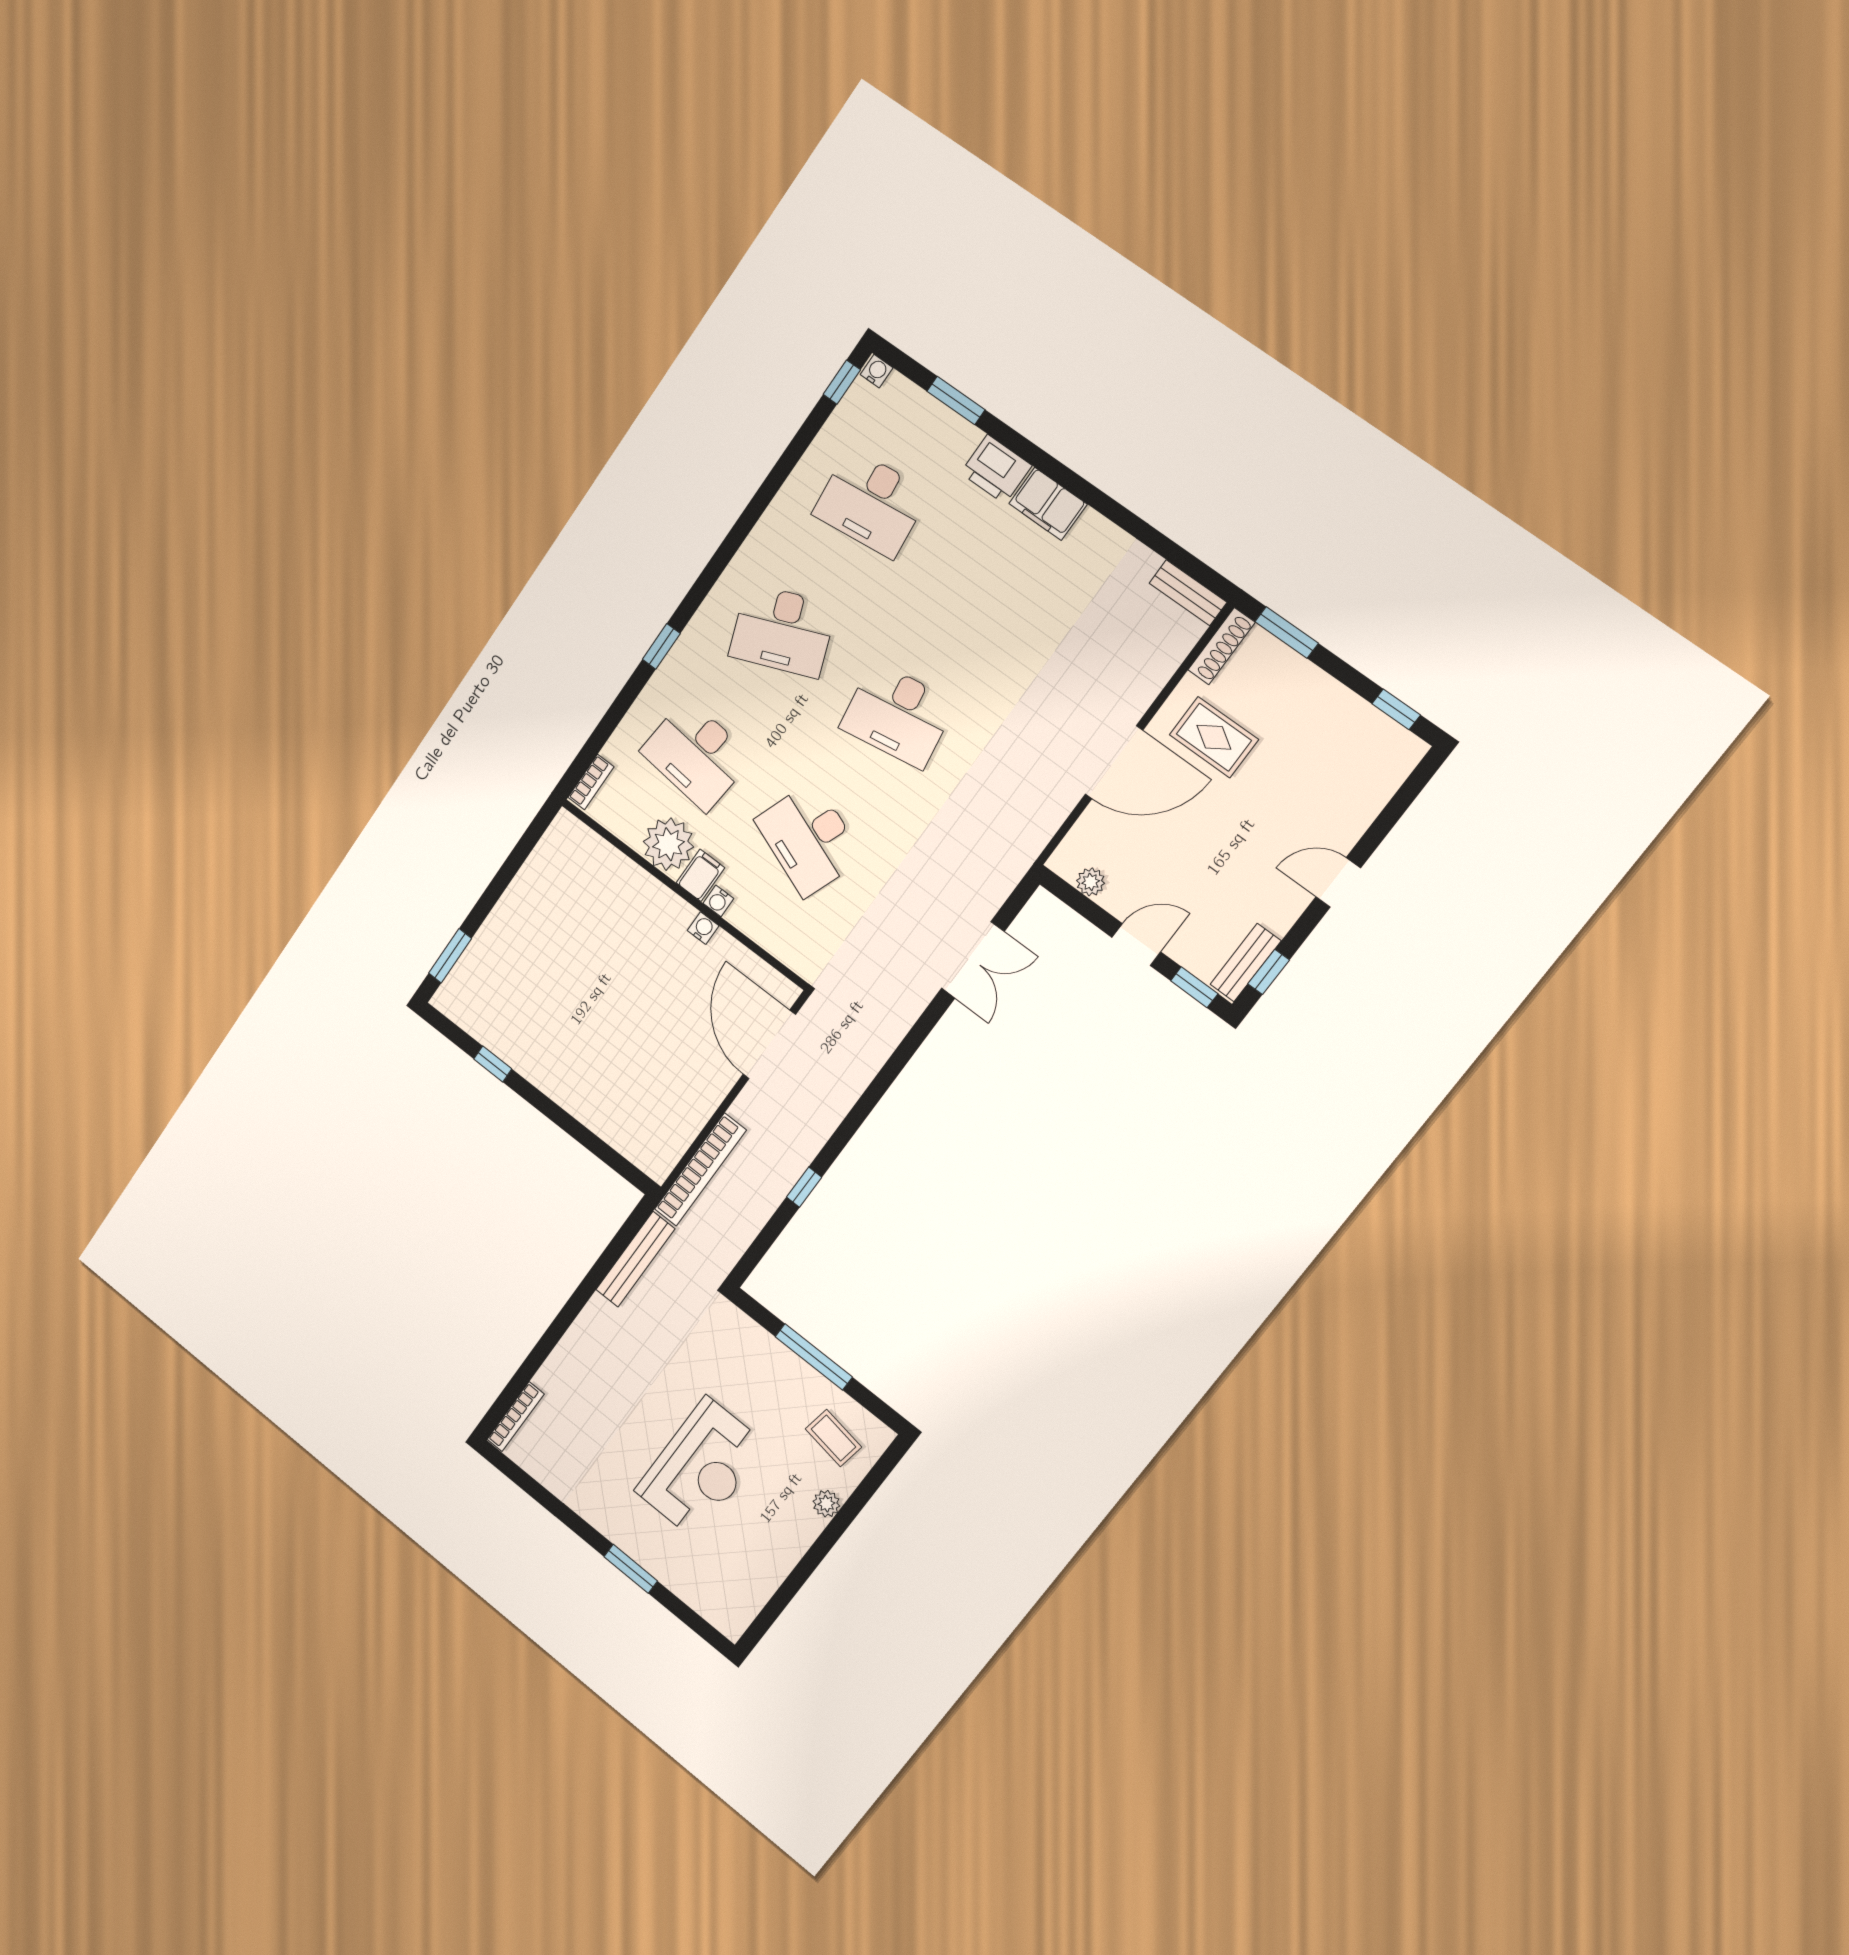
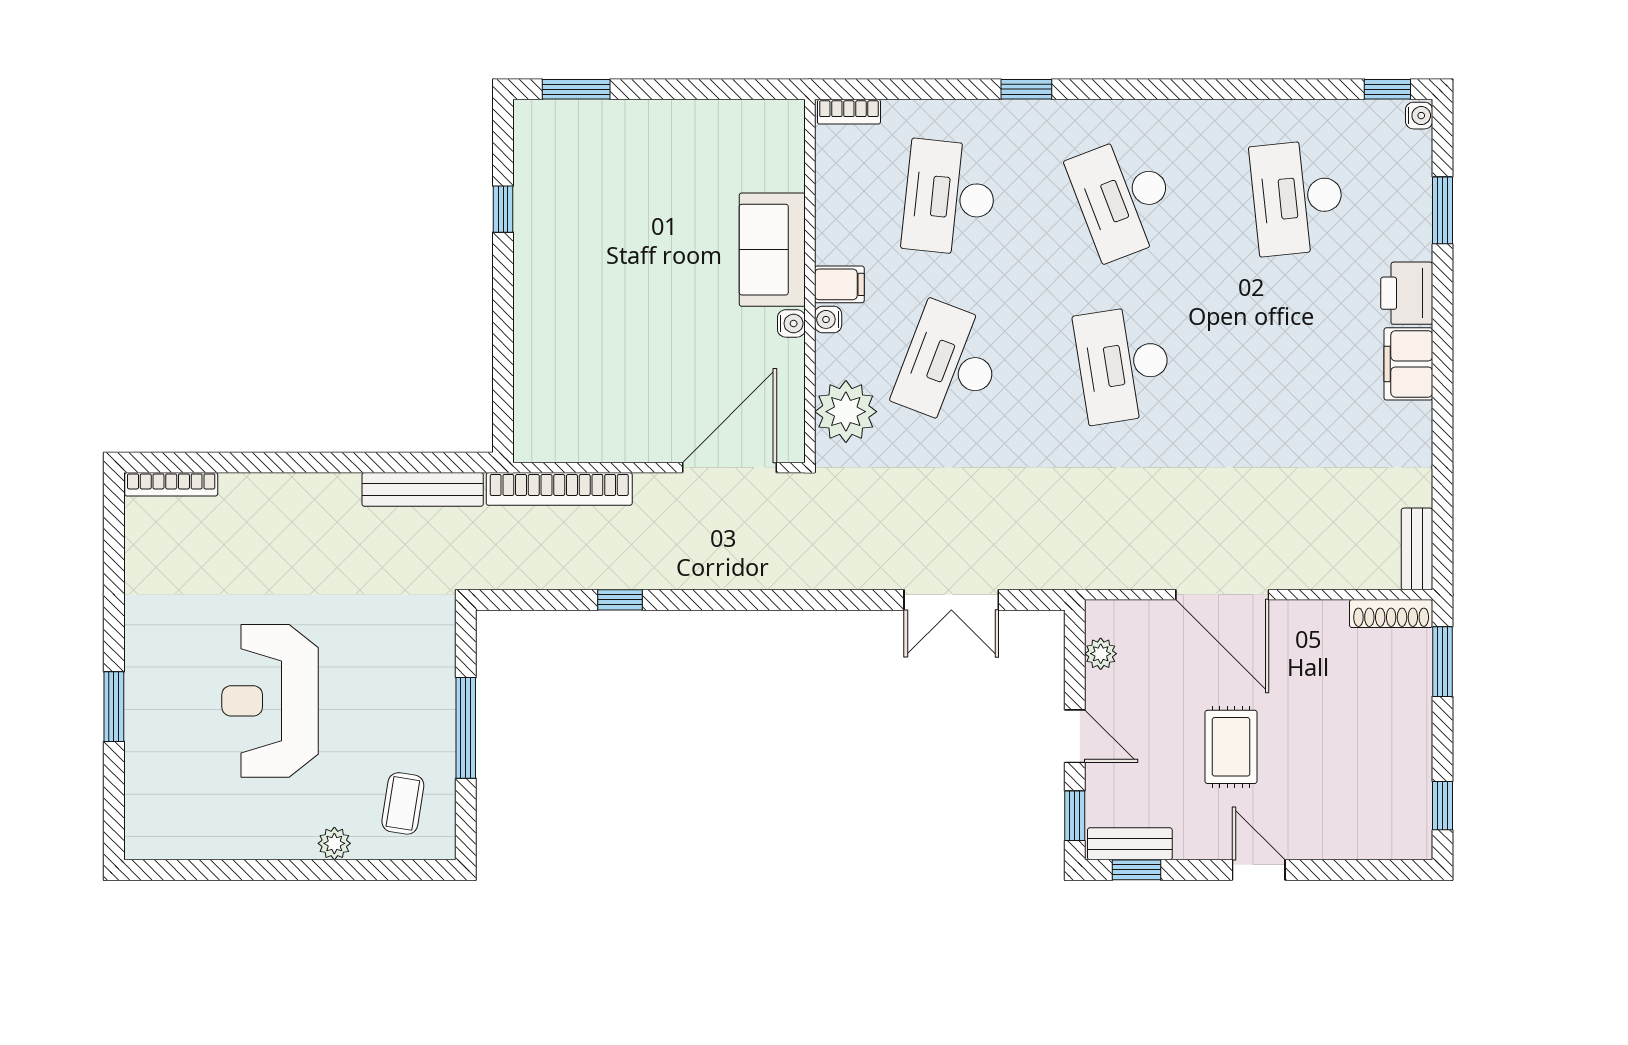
rug: (1214, 737) -> (1231, 747), moved
plant: (668, 844) -> (846, 412), moved
sofa: (645, 904) -> (772, 250), added
reception desk: (701, 1468) -> (270, 701), turned 90

